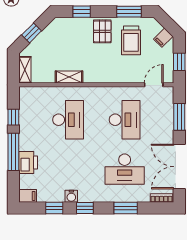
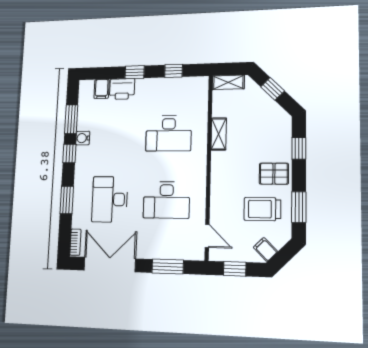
window: (13, 152) -> (135, 72), width x0.46
filing cabinet: (28, 196) -> (102, 89), moved
window: (54, 208) -> (71, 119), width x1.50

